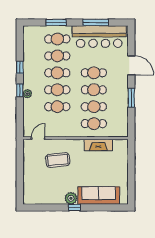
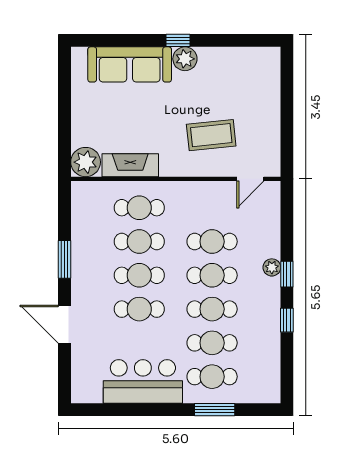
window: (96, 22) -> (136, 410), removed
bar counter: (99, 37) -> (143, 381), width x0.73
plant: (121, 147) -> (86, 162), added

